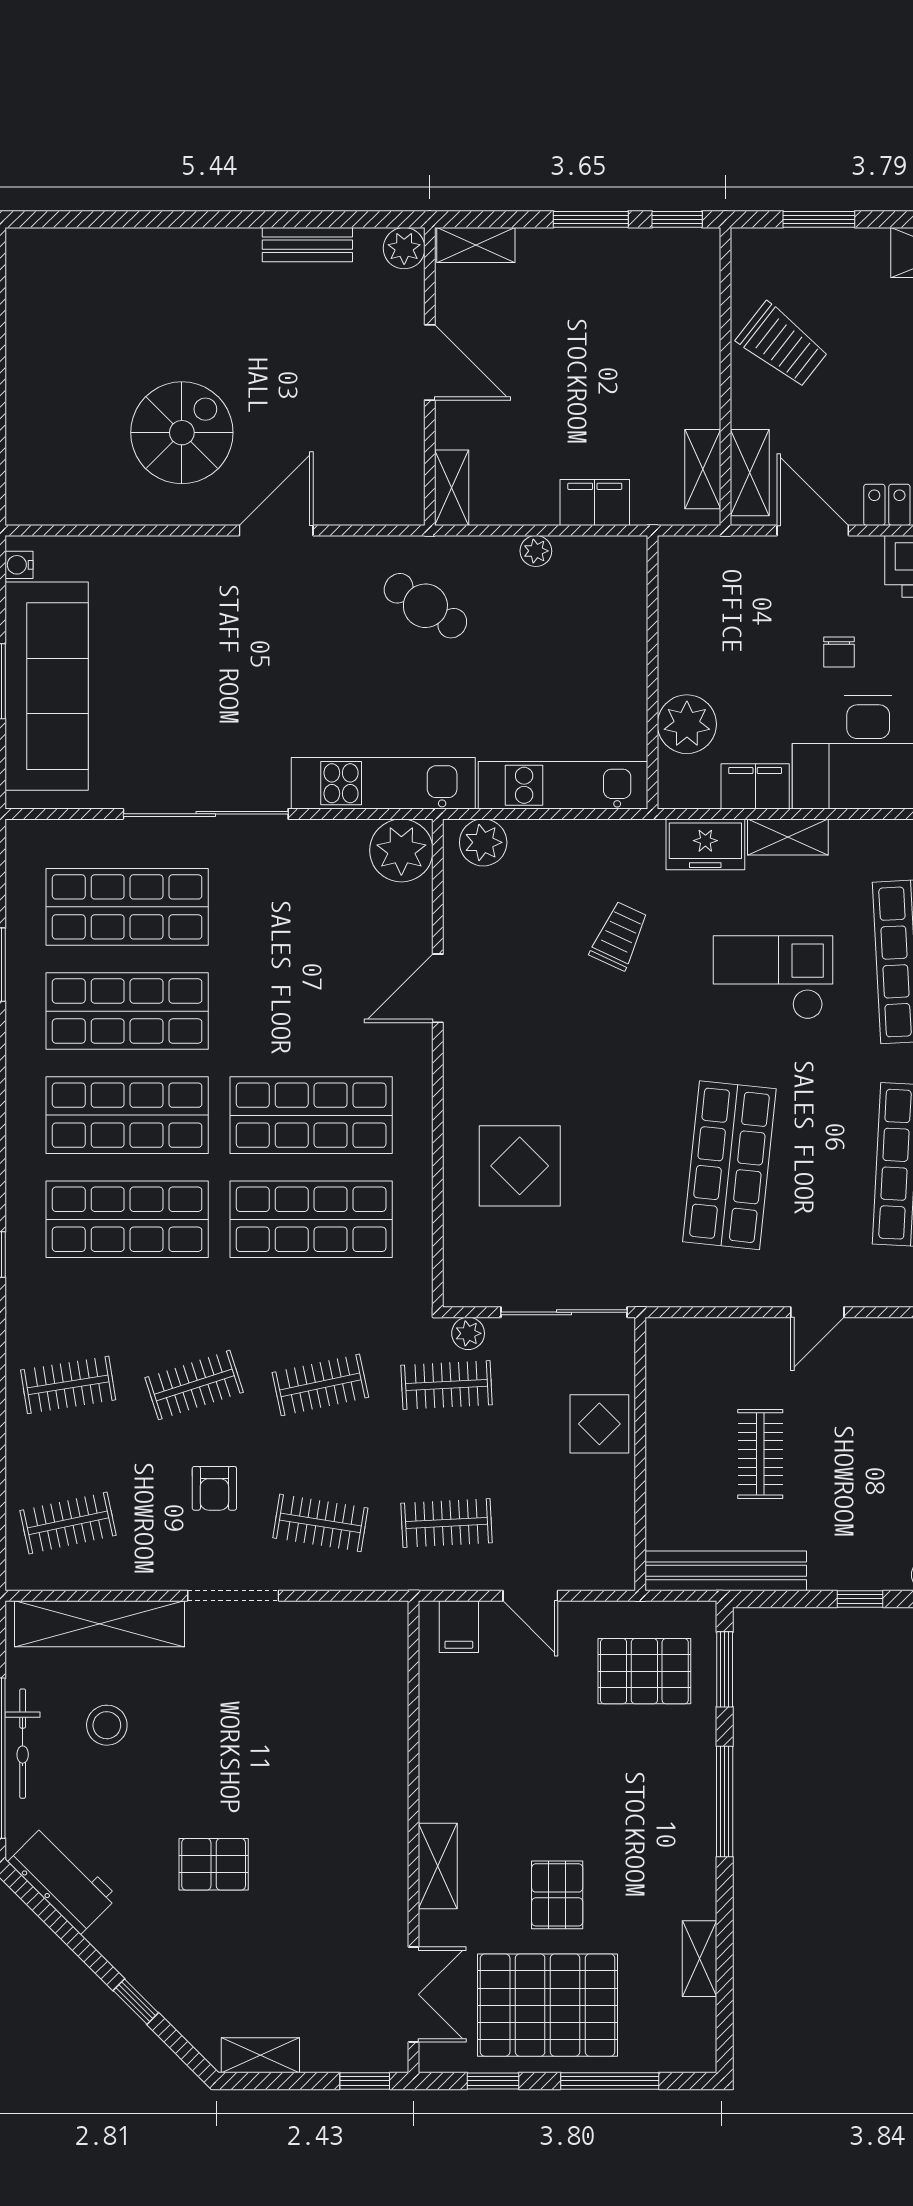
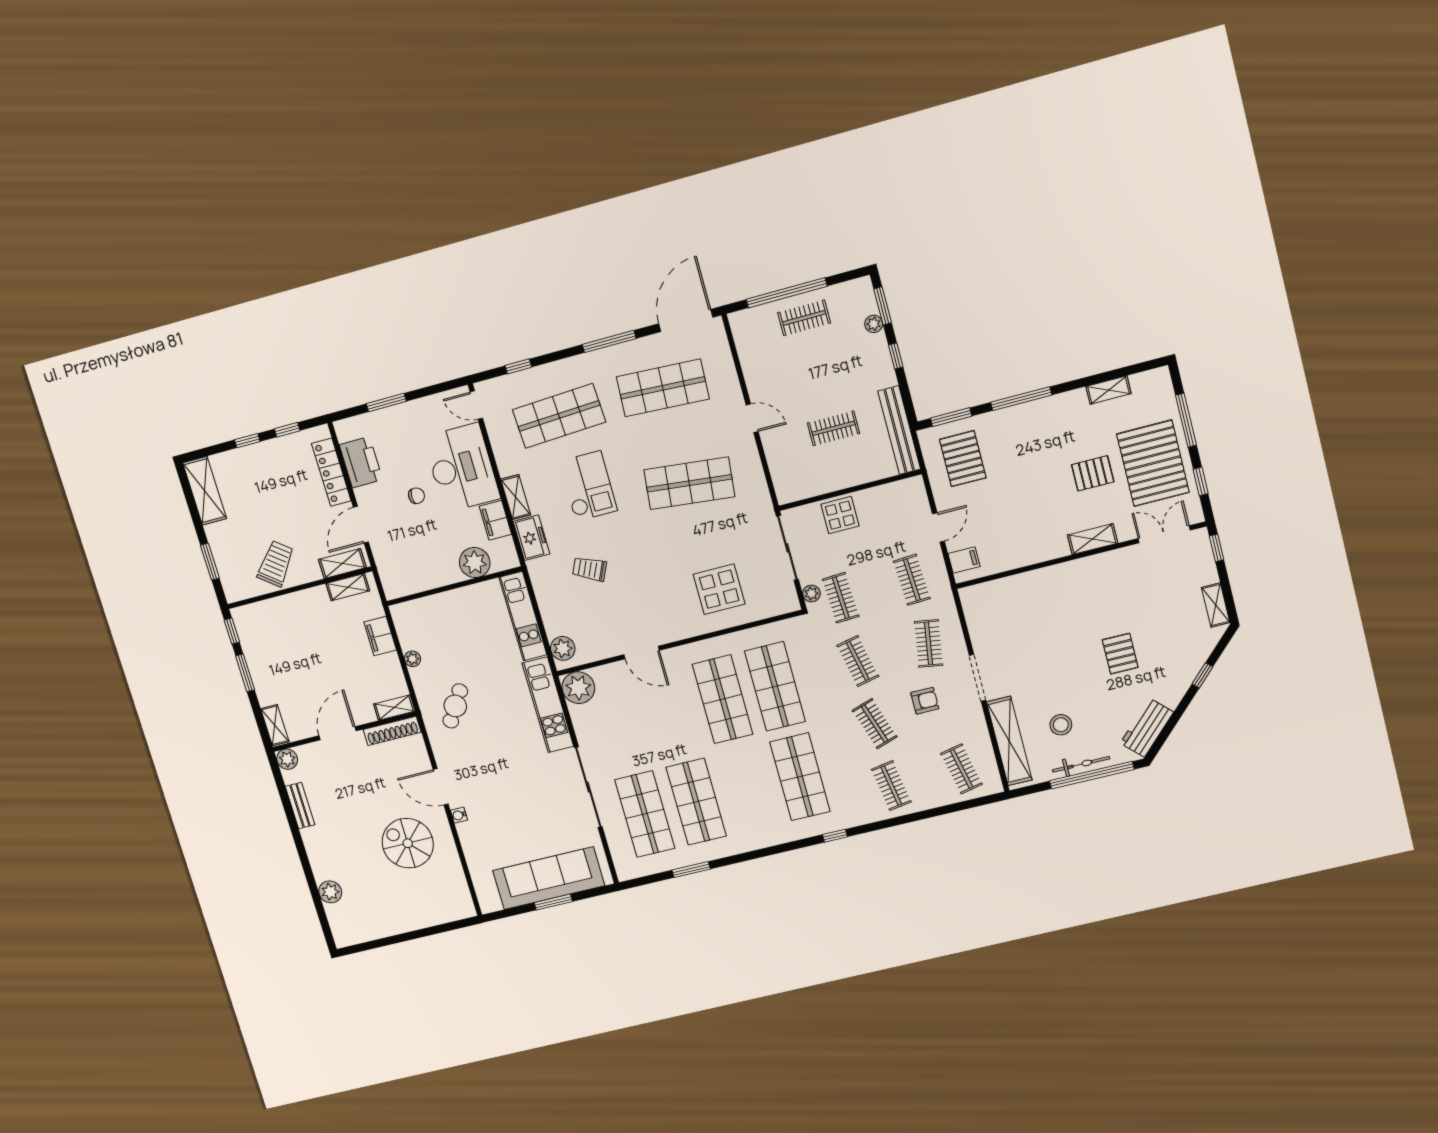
plant: (123, 250) -> (330, 892), added
shoe rack: (408, 470) -> (392, 731), added
water cooler: (19, 565) -> (459, 815), moved, turned 90
checkout: (773, 977) -> (588, 486), turned 180
shop shelf: (127, 1115) -> (748, 789), removed

